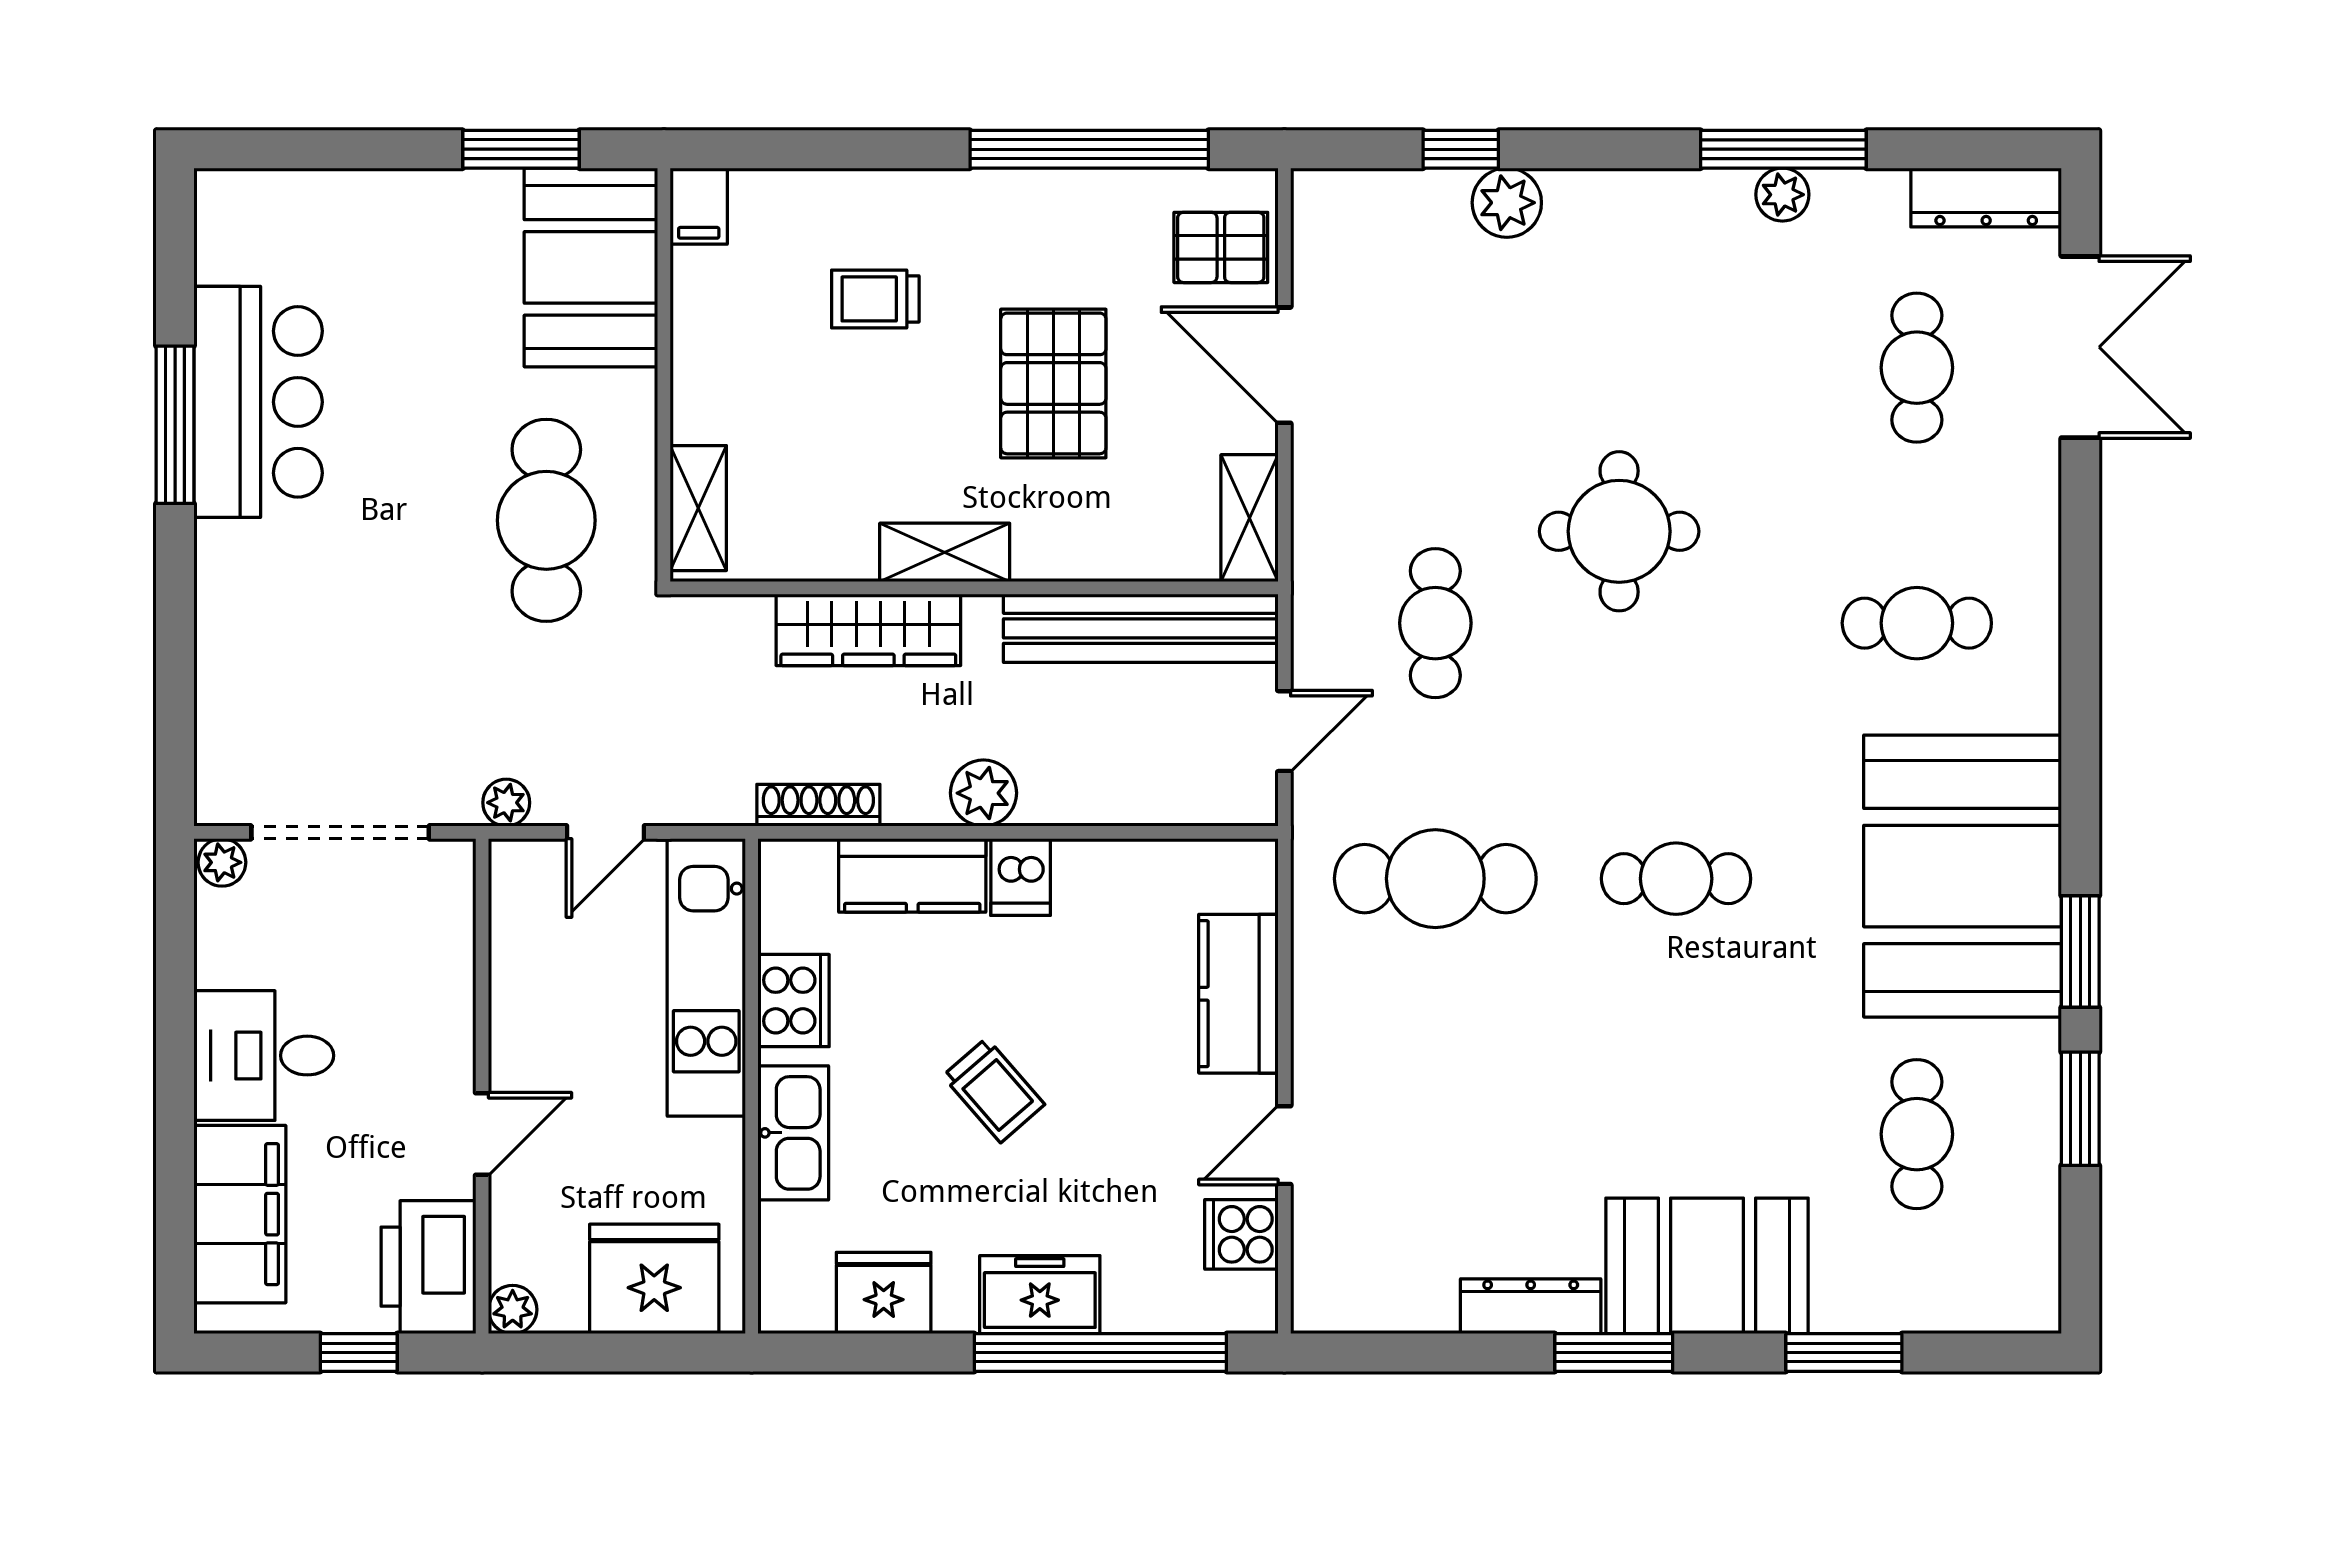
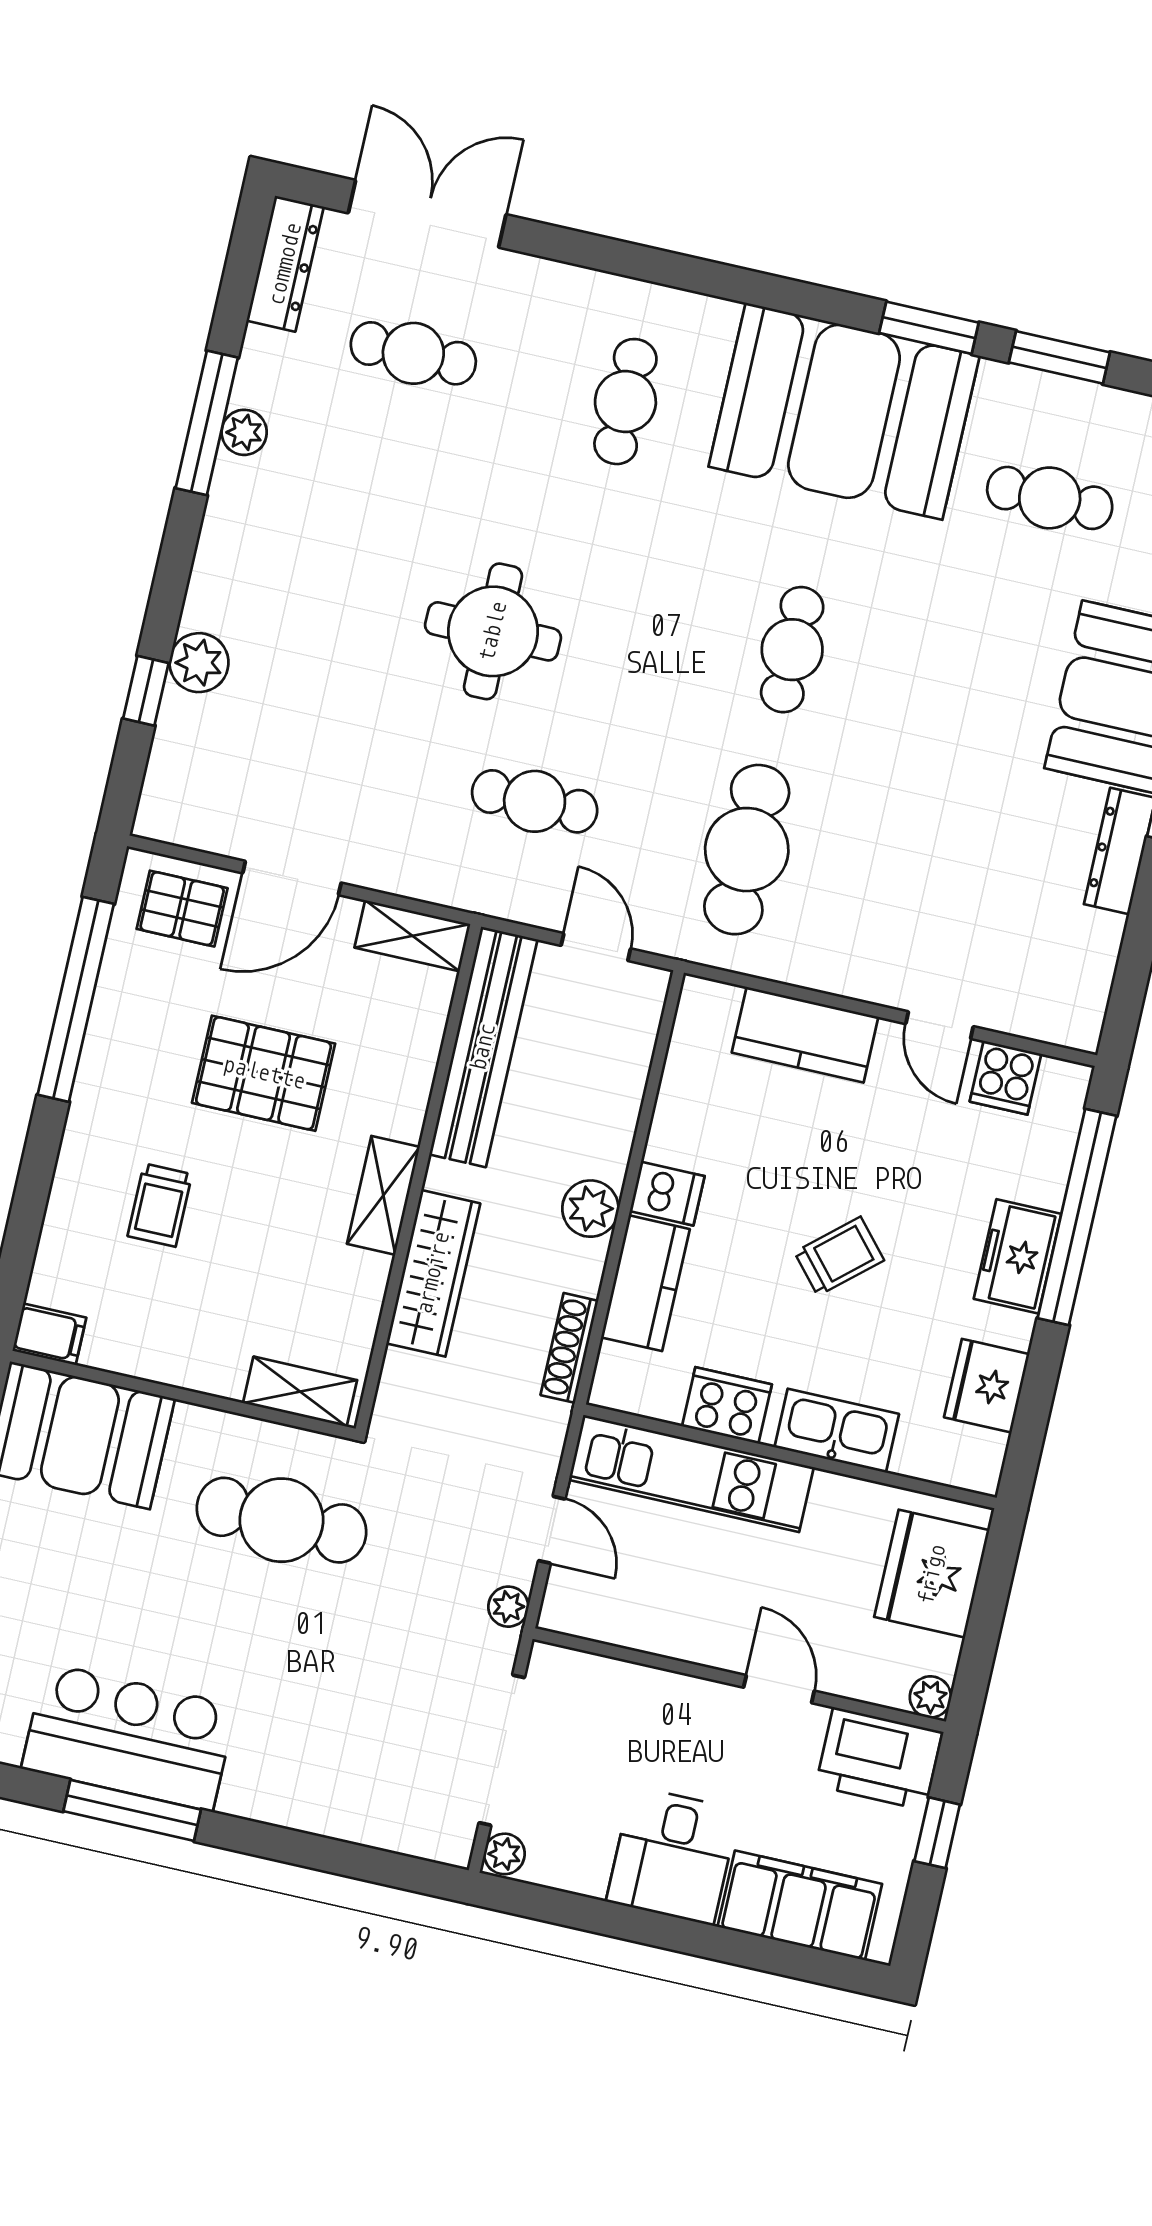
pallet: (1221, 247) -> (182, 909), turned 90

